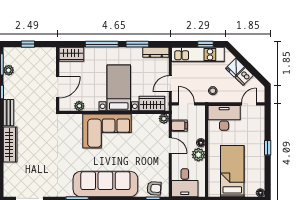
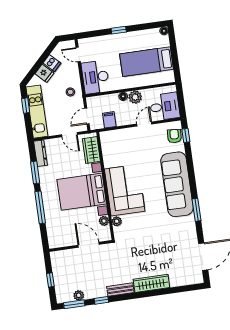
wardrobe: (71, 54) -> (54, 236), removed
bed with nightstands: (119, 88) -> (82, 192), width x1.36
plant: (164, 119) -> (117, 221), moved
door: (170, 145) -> (144, 124), moved

